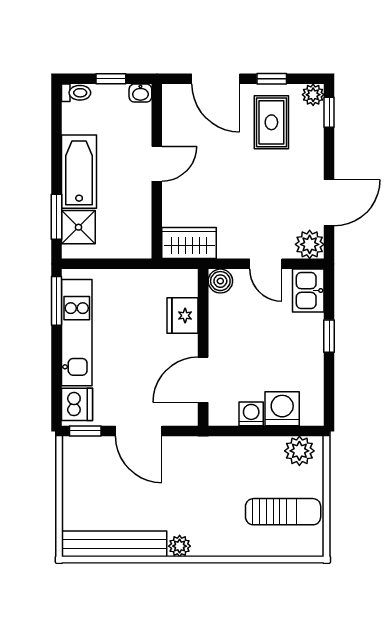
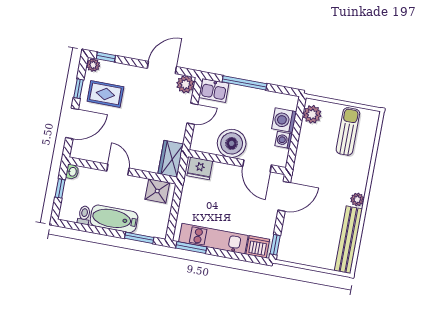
toilet: (76, 93) -> (84, 215), moved
door: (329, 203) -> (162, 67), hinge flipped
shower: (78, 227) -> (157, 191), moved
boiler: (220, 281) -> (232, 143), moved, width x1.86, depth x1.86
fridge: (183, 316) -> (200, 168), moved
window: (329, 336) -> (244, 83), width x2.17
door: (139, 431) -> (284, 196), moved

